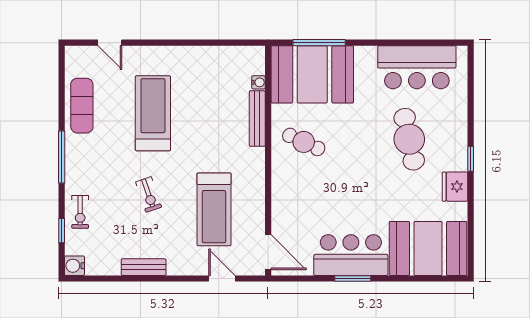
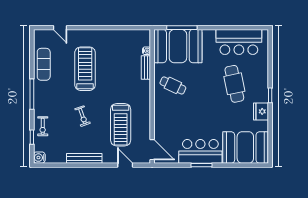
bench: (257, 119) -> (146, 67), width x0.73
bench: (144, 267) -> (84, 158), width x1.36

